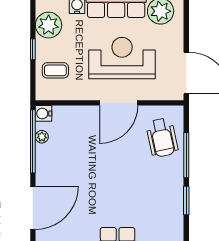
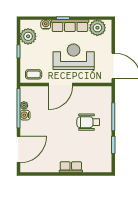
coffee table: (55, 70) -> (34, 74), moved
door: (119, 103) -> (61, 85), moved
water cooler: (44, 113) -> (25, 115), moved
wheelchair: (162, 138) -> (88, 122), moved, turned 102

